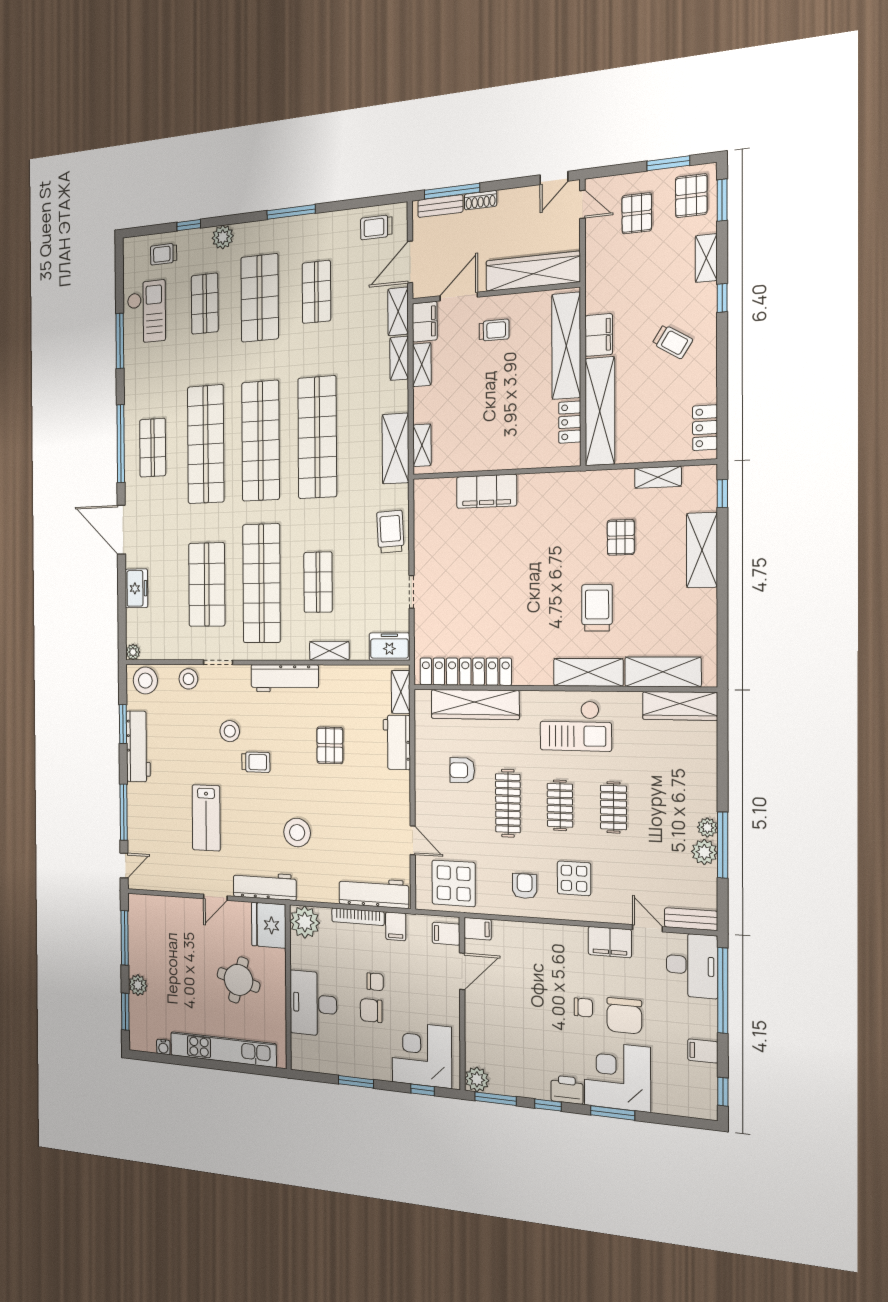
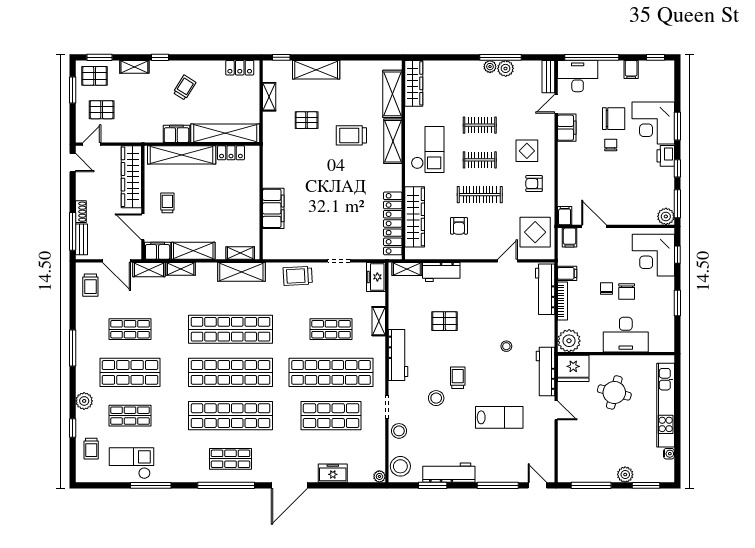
shelving: (422, 365) -> (193, 251), width x1.50, depth x1.33
stool: (297, 833) -> (506, 346), width x0.53, depth x0.53

